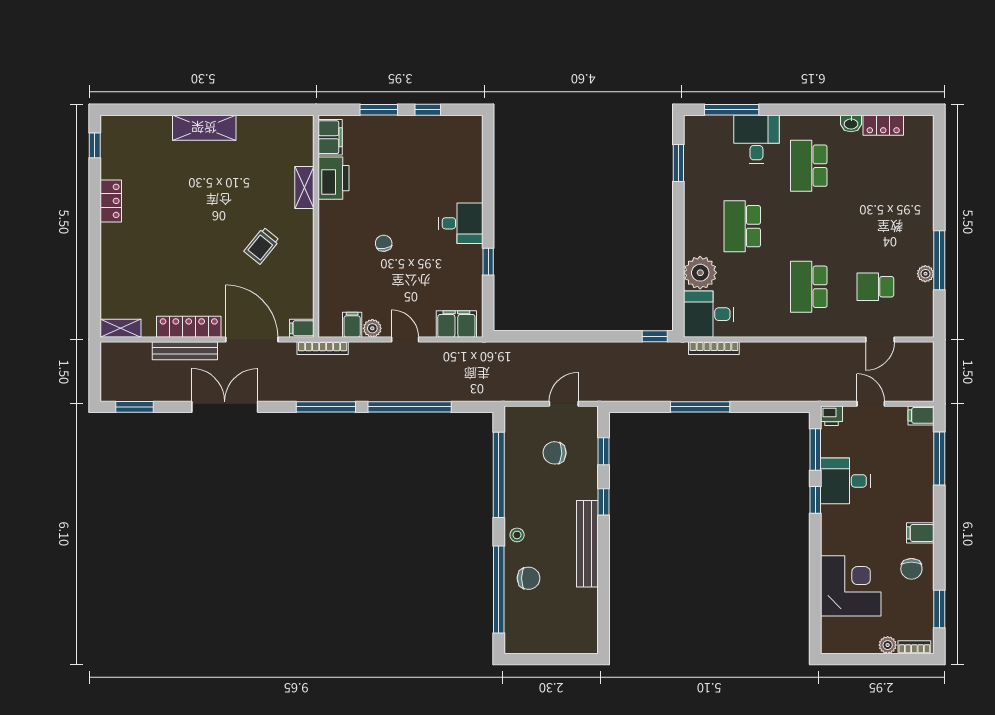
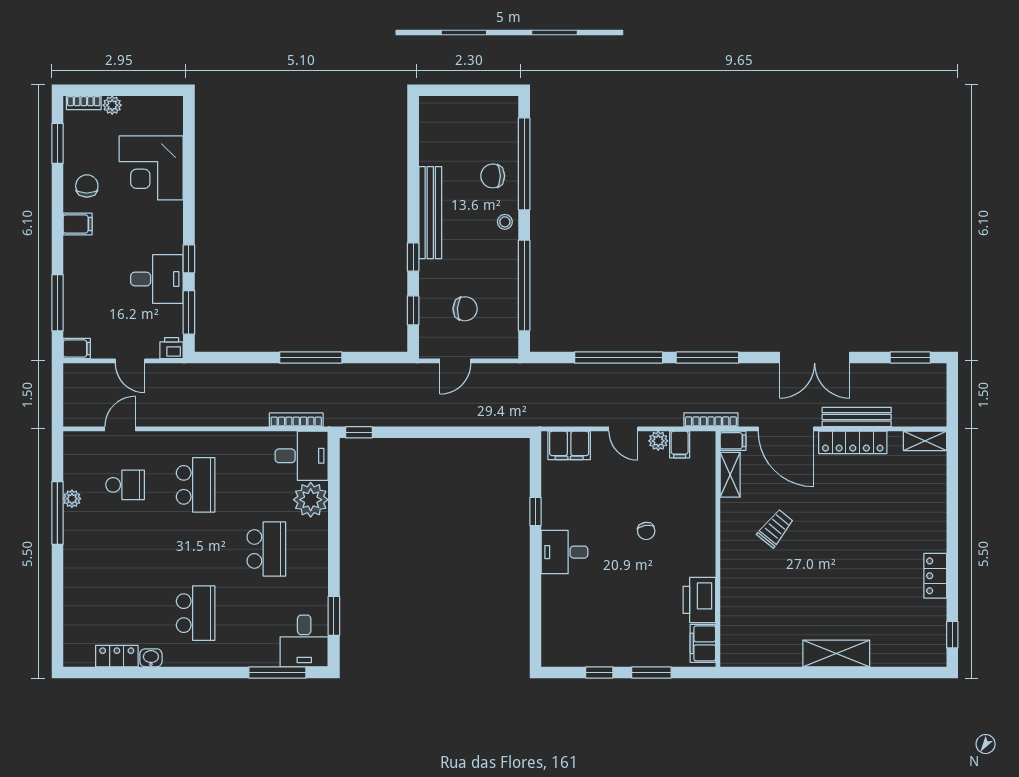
desk: (756, 139) -> (304, 641), moved
shelving: (304, 187) -> (730, 475), moved

